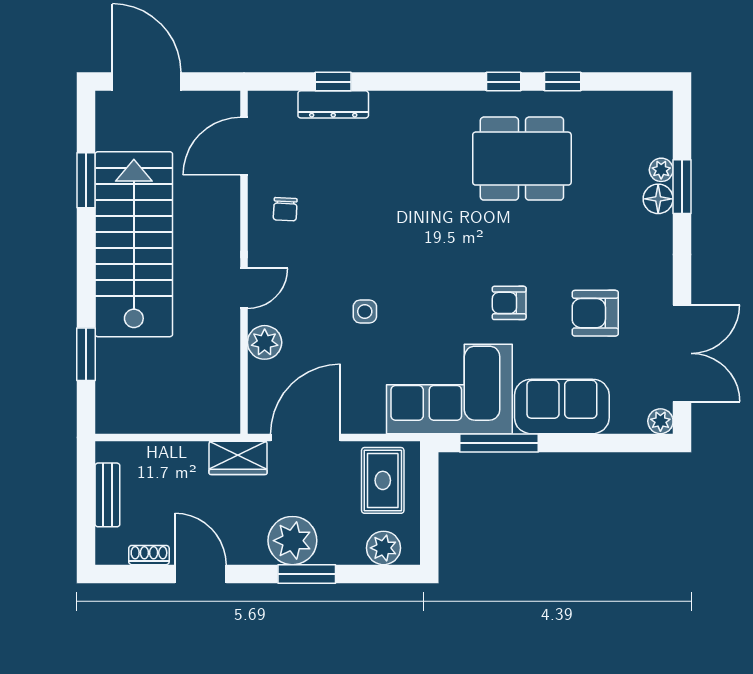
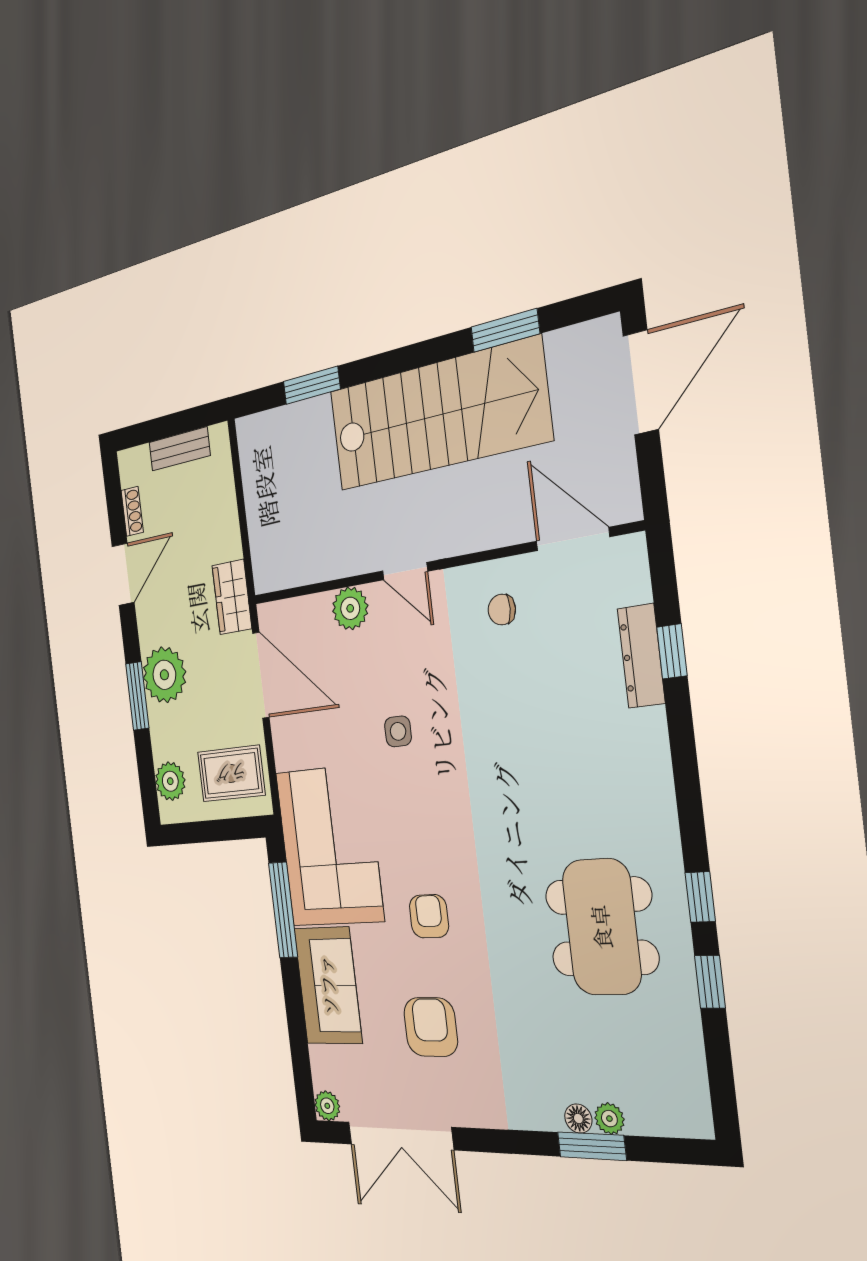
floor lamp: (658, 199) -> (578, 1119), width x0.73, depth x0.73

